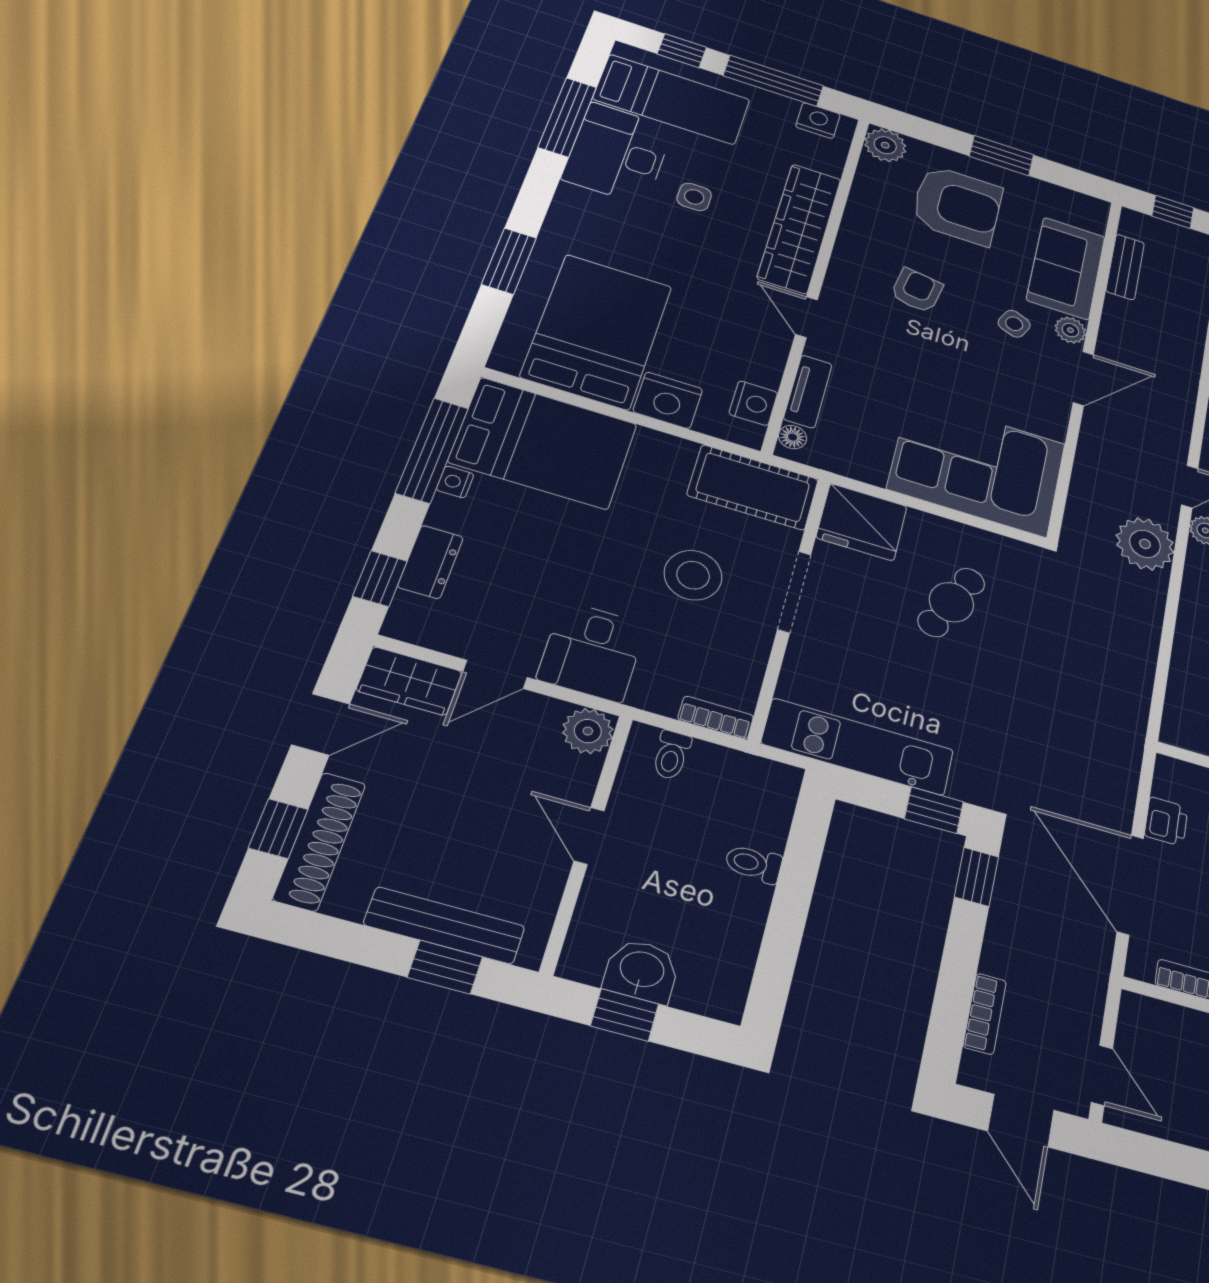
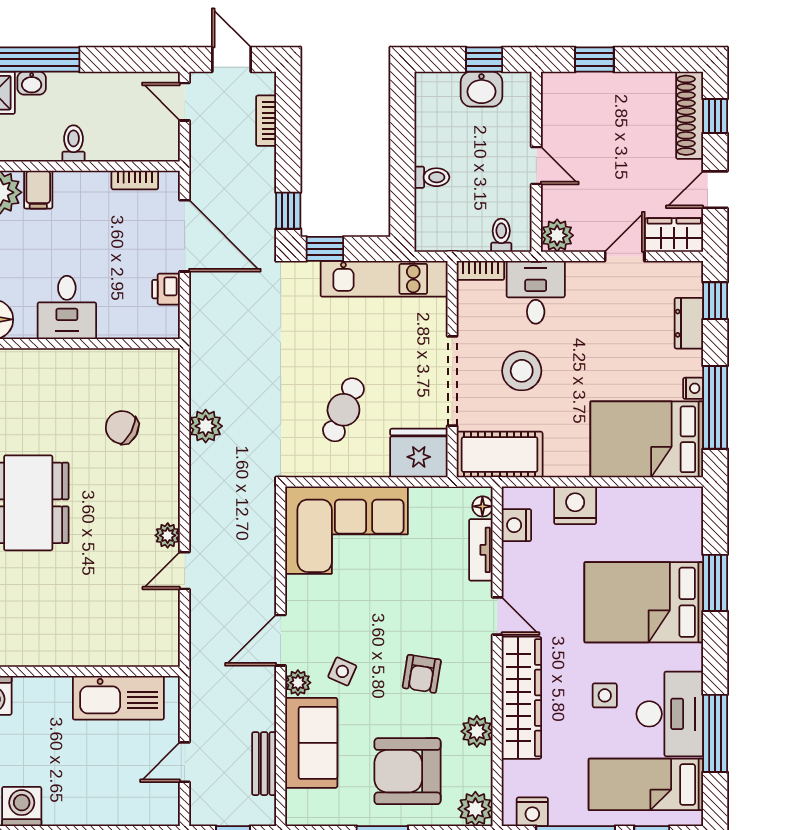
plant: (864, 214) -> (477, 731), added
bed: (597, 331) -> (644, 602), moved, turned 90
plant: (1145, 544) -> (206, 426), moved, width x0.73, depth x0.73
doorway: (794, 592) -> (452, 381), width x1.36
desk: (592, 651) -> (536, 292), moved
bench: (444, 926) -> (603, 84), removed

